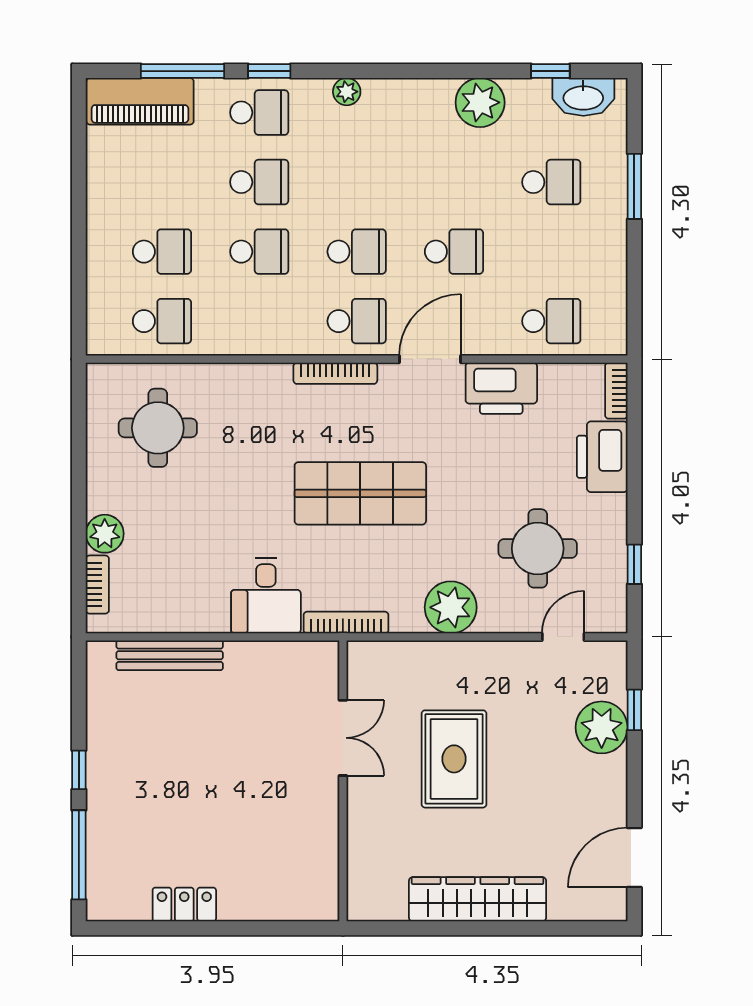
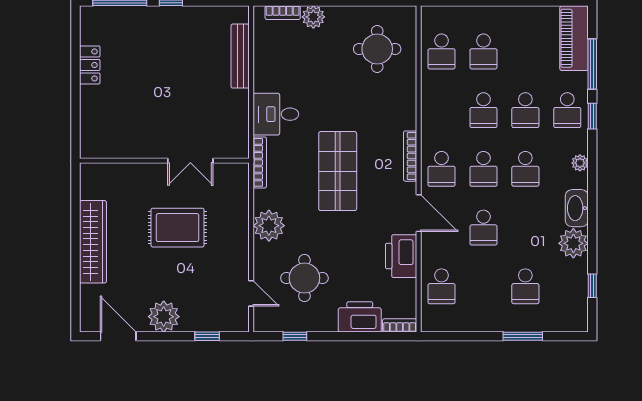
washbasin: (583, 97) -> (577, 208), moved
school desk: (357, 182) -> (525, 169), added
plant: (602, 727) -> (164, 317), moved

